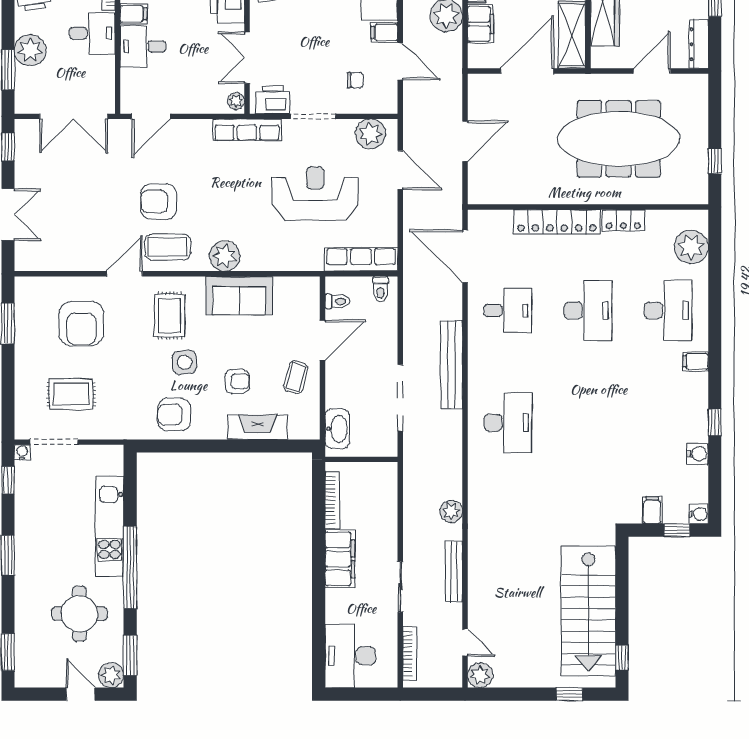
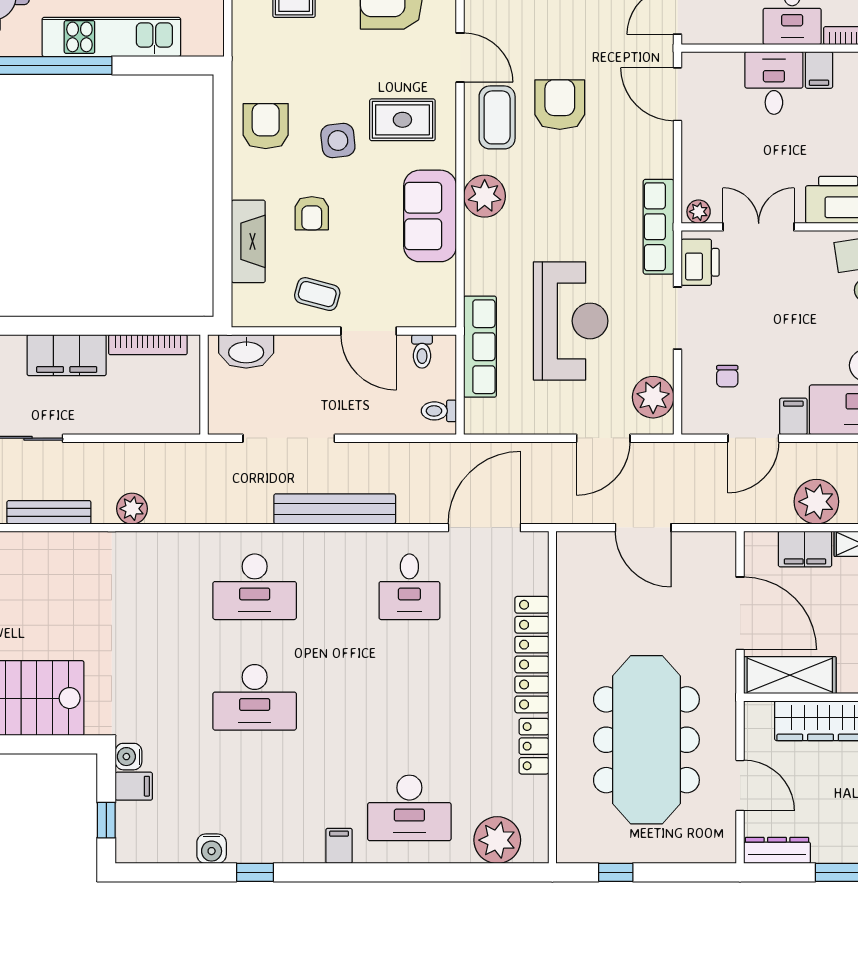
row of seats: (361, 259) -> (480, 347), moved
desk: (588, 311) -> (255, 697), moved
water cooler: (699, 514) -> (129, 757), moved, turned 90

